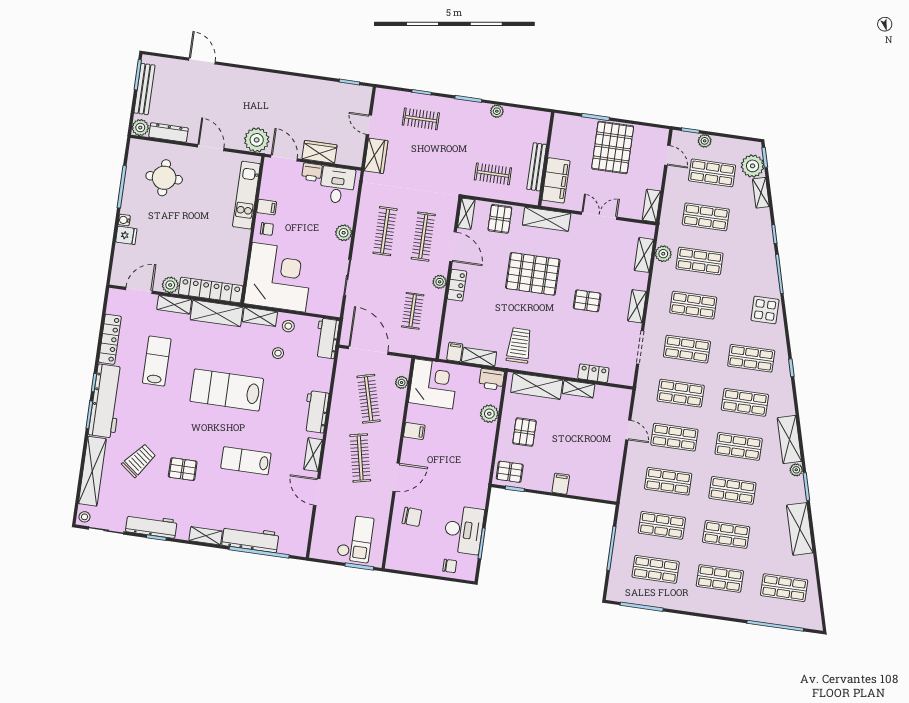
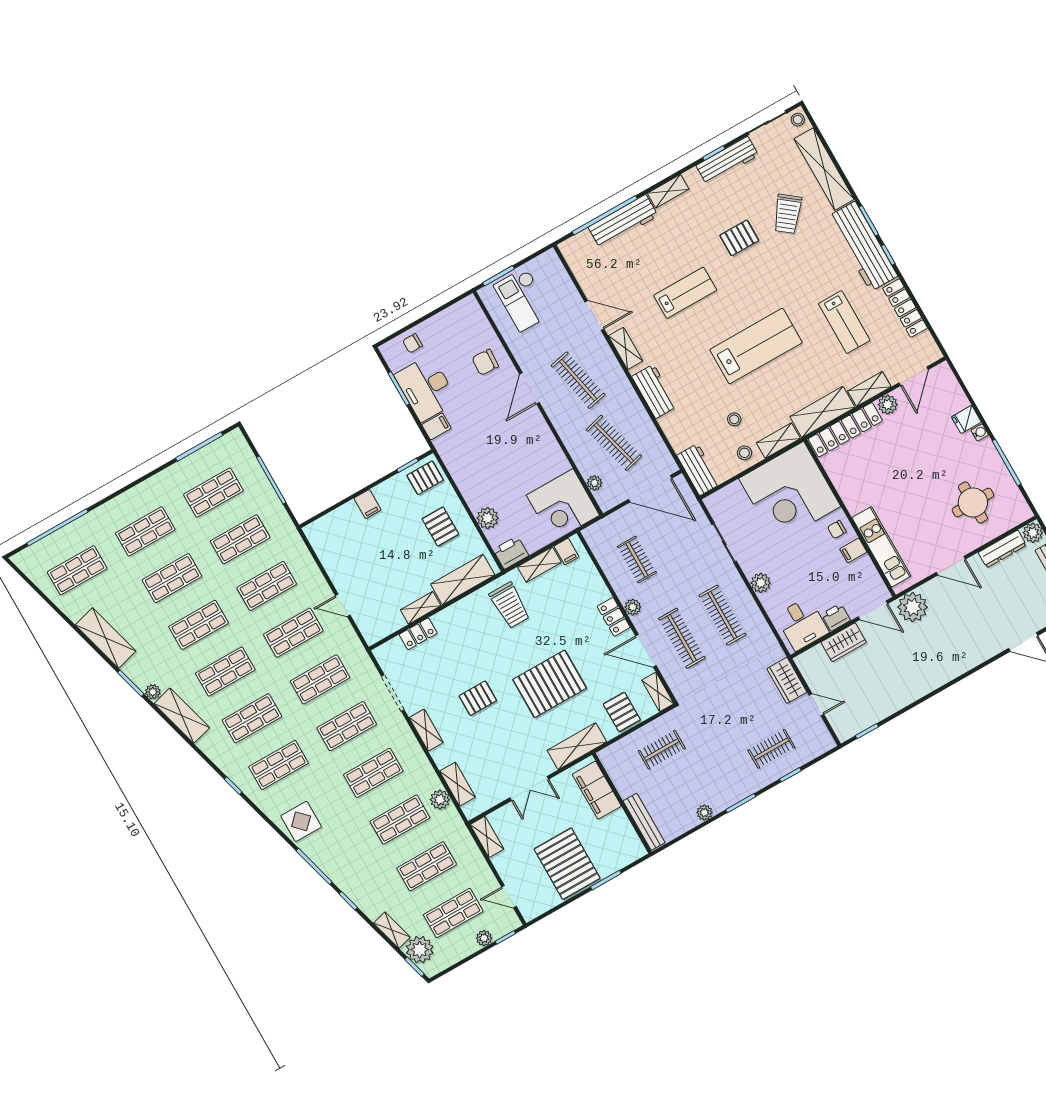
bench: (537, 167) -> (644, 822), moved
filing cabinet: (414, 431) -> (436, 426), moved, turned 180

